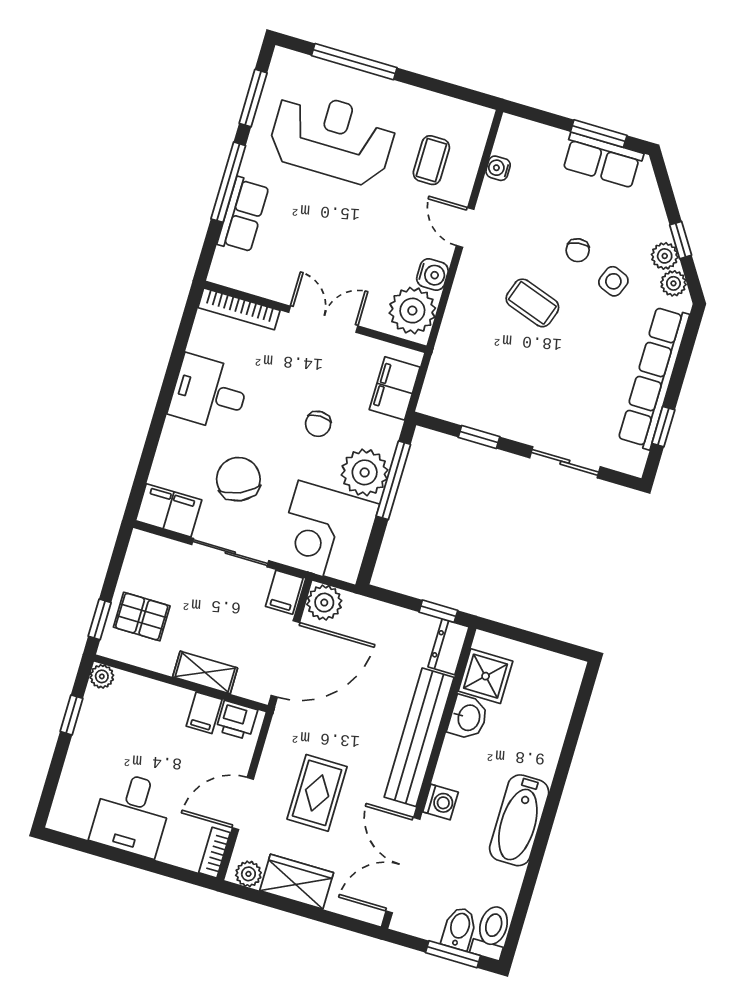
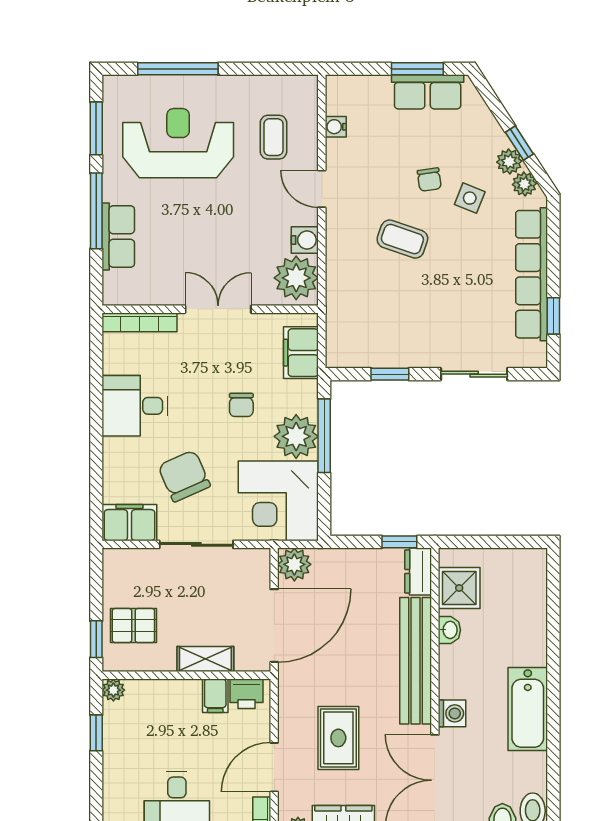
filing cabinet: (284, 592) -> (255, 566), removed
washbasin: (468, 717) -> (449, 630), width x0.72, depth x0.69

